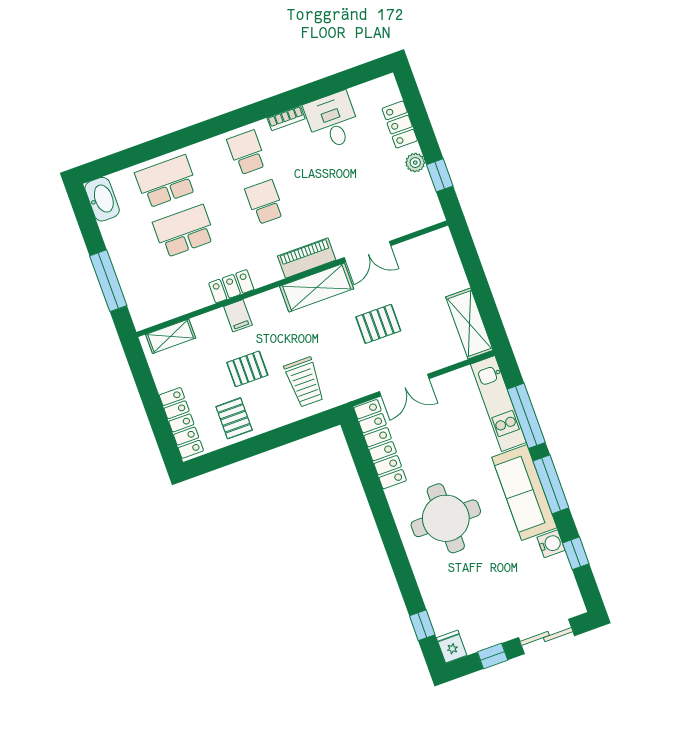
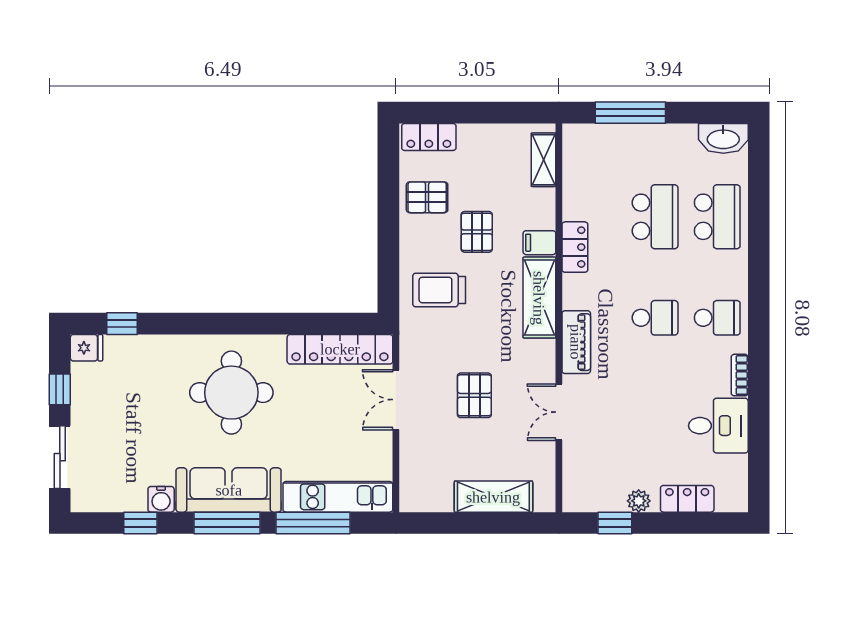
shelving: (317, 287) -> (539, 298), moved
shelving: (469, 324) -> (493, 497), moved
locker: (181, 423) -> (429, 137), width x0.66

